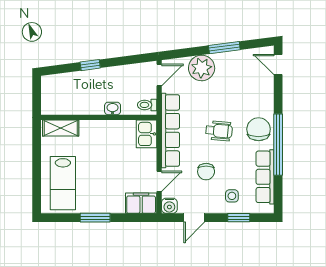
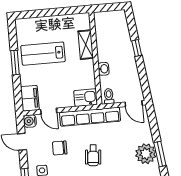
plant: (202, 68) -> (146, 154), moved
shelving: (61, 128) -> (86, 45), moved
lab bench: (63, 183) -> (43, 54), moved

